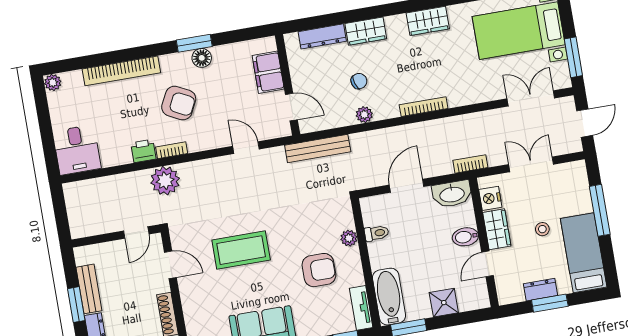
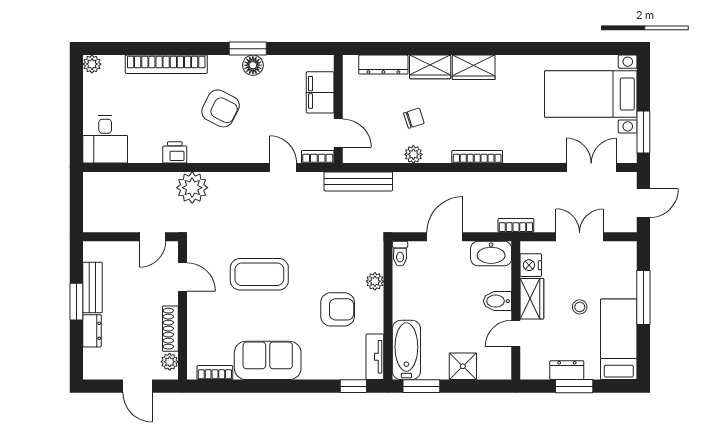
wardrobe: (428, 21) -> (474, 67), moved
bookcase: (172, 150) -> (318, 157), moved
toilet: (377, 233) -> (400, 254), moved, turned 90

